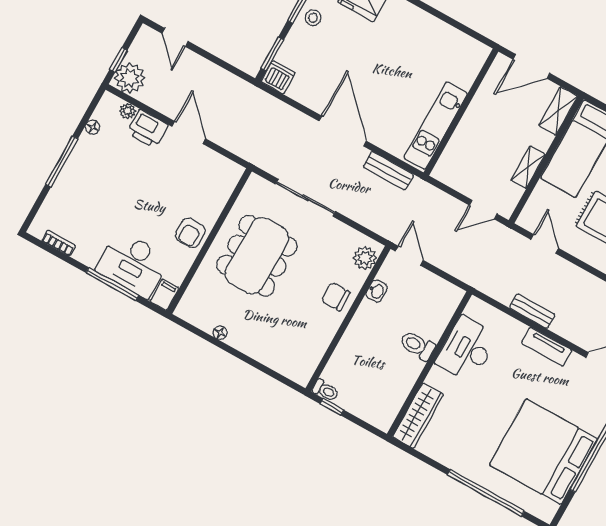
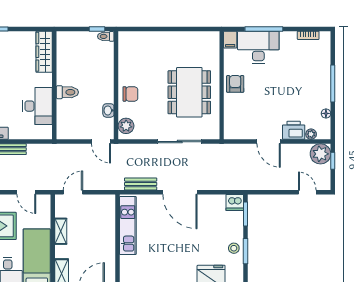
floor lamp: (220, 333) -> (186, 36), removed

